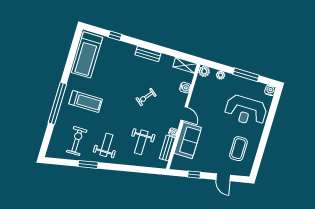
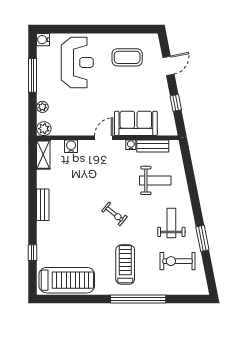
exercise bike: (146, 97) -> (114, 214), moved
weight bench: (106, 145) -> (171, 223), turned 90

